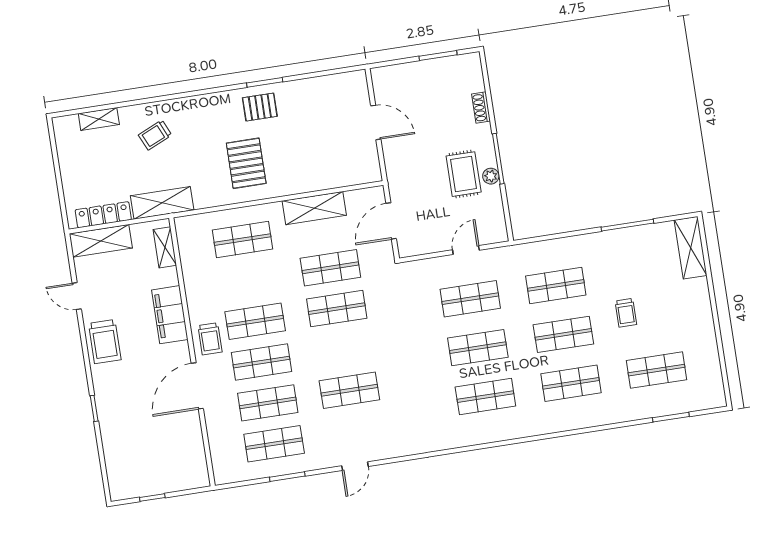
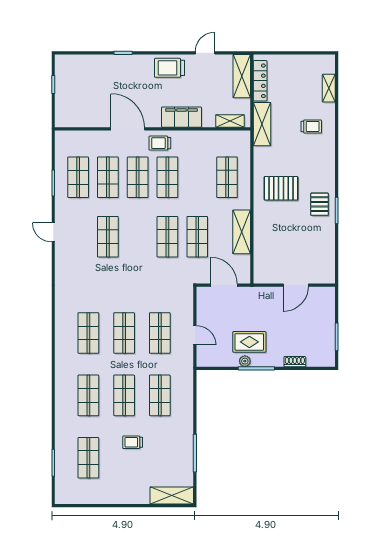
trolley: (155, 135) -> (311, 126), turned 114

